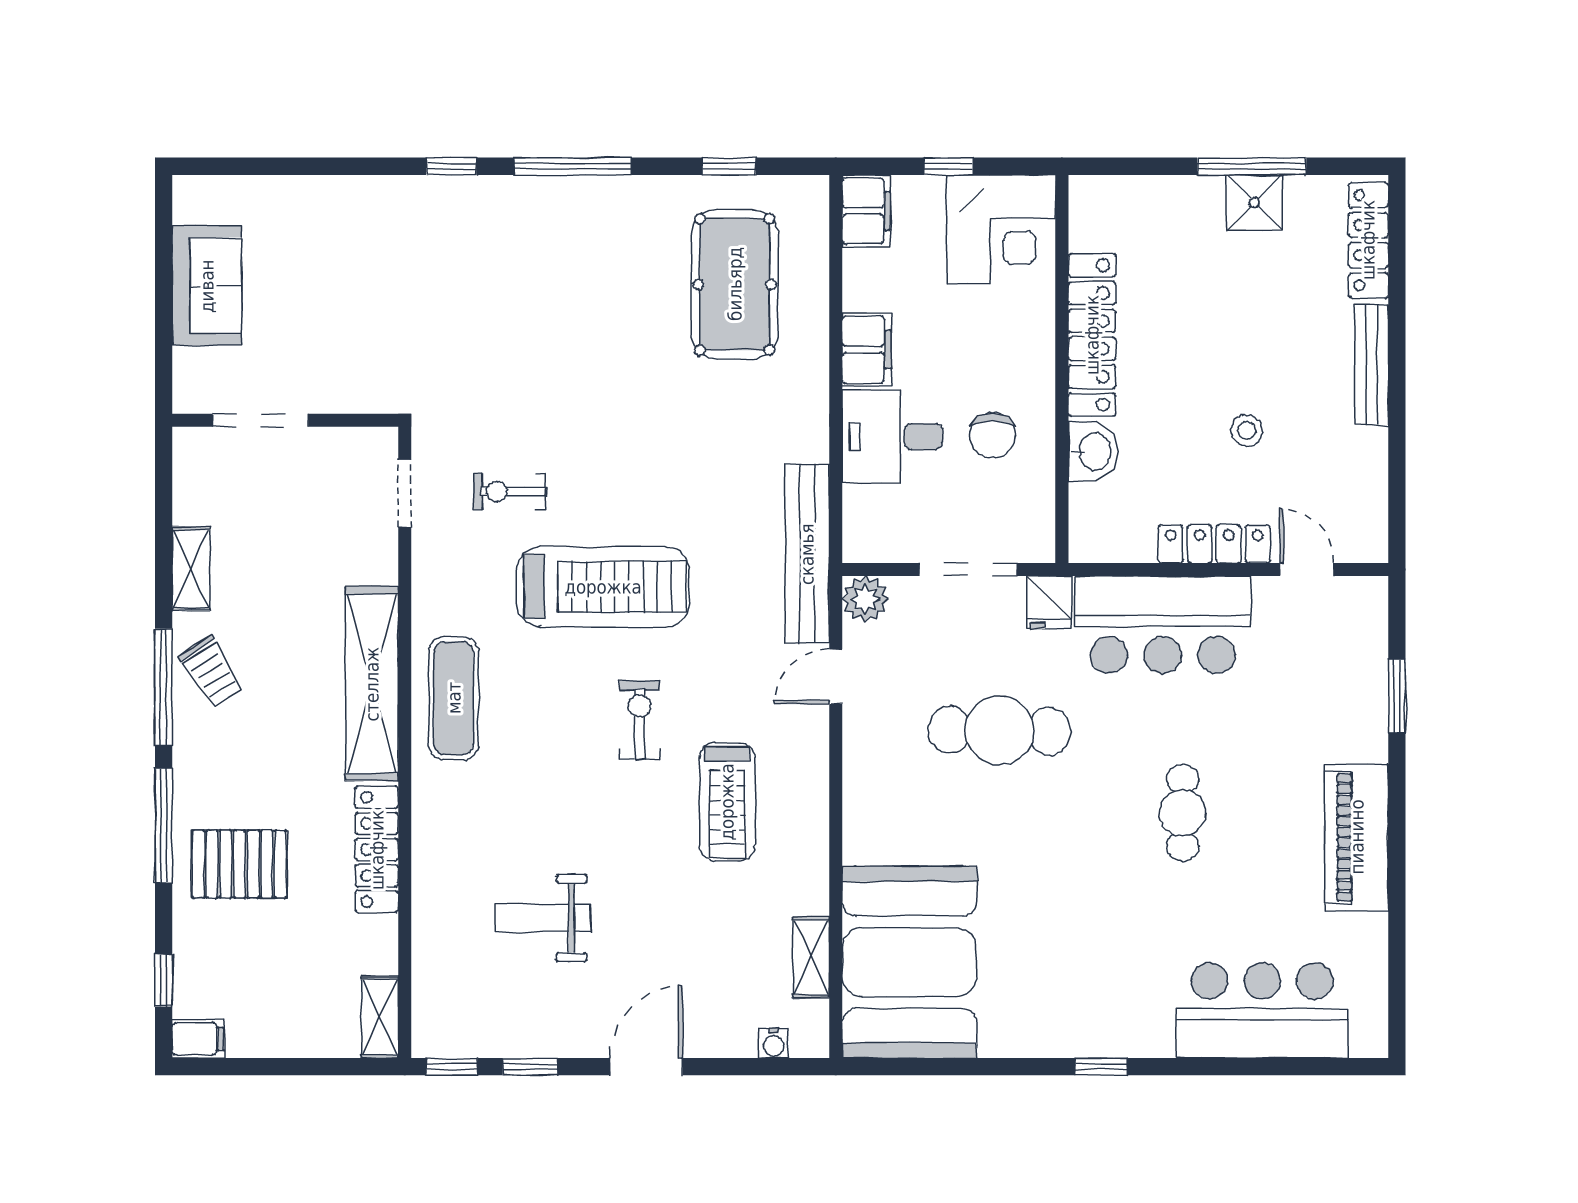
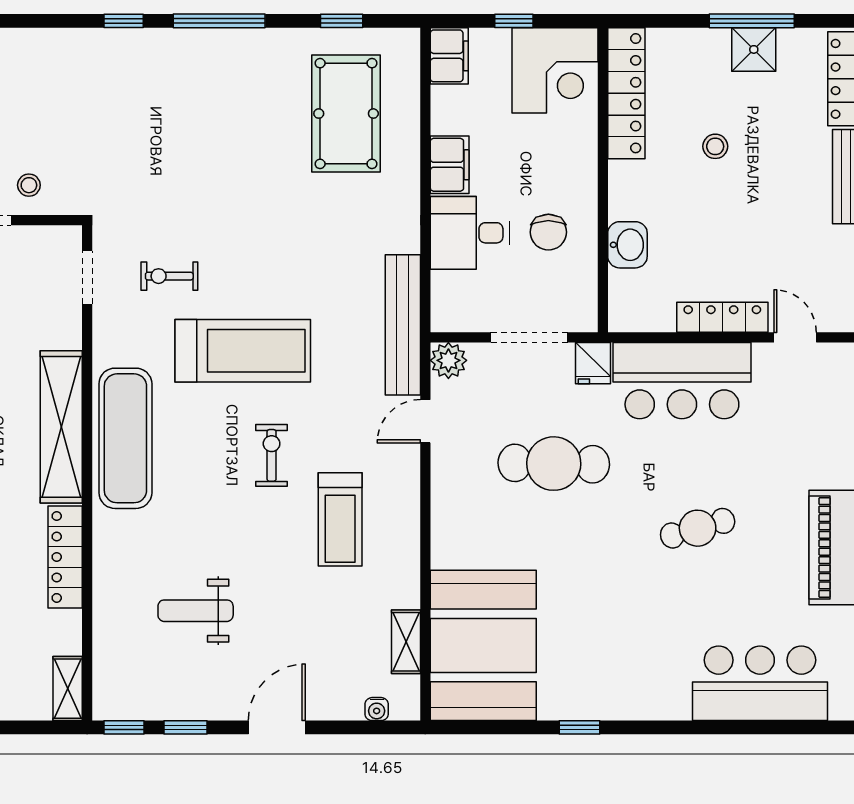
locker: (1092, 335) -> (626, 93), moved
stool: (331, 376) -> (29, 185), added
stool: (1247, 430) -> (715, 146), moved
exercise mat: (454, 698) -> (125, 438), width x1.36, depth x1.45
cafe table: (1183, 813) -> (698, 528), turned 74
window: (1101, 1067) -> (579, 727), moved

